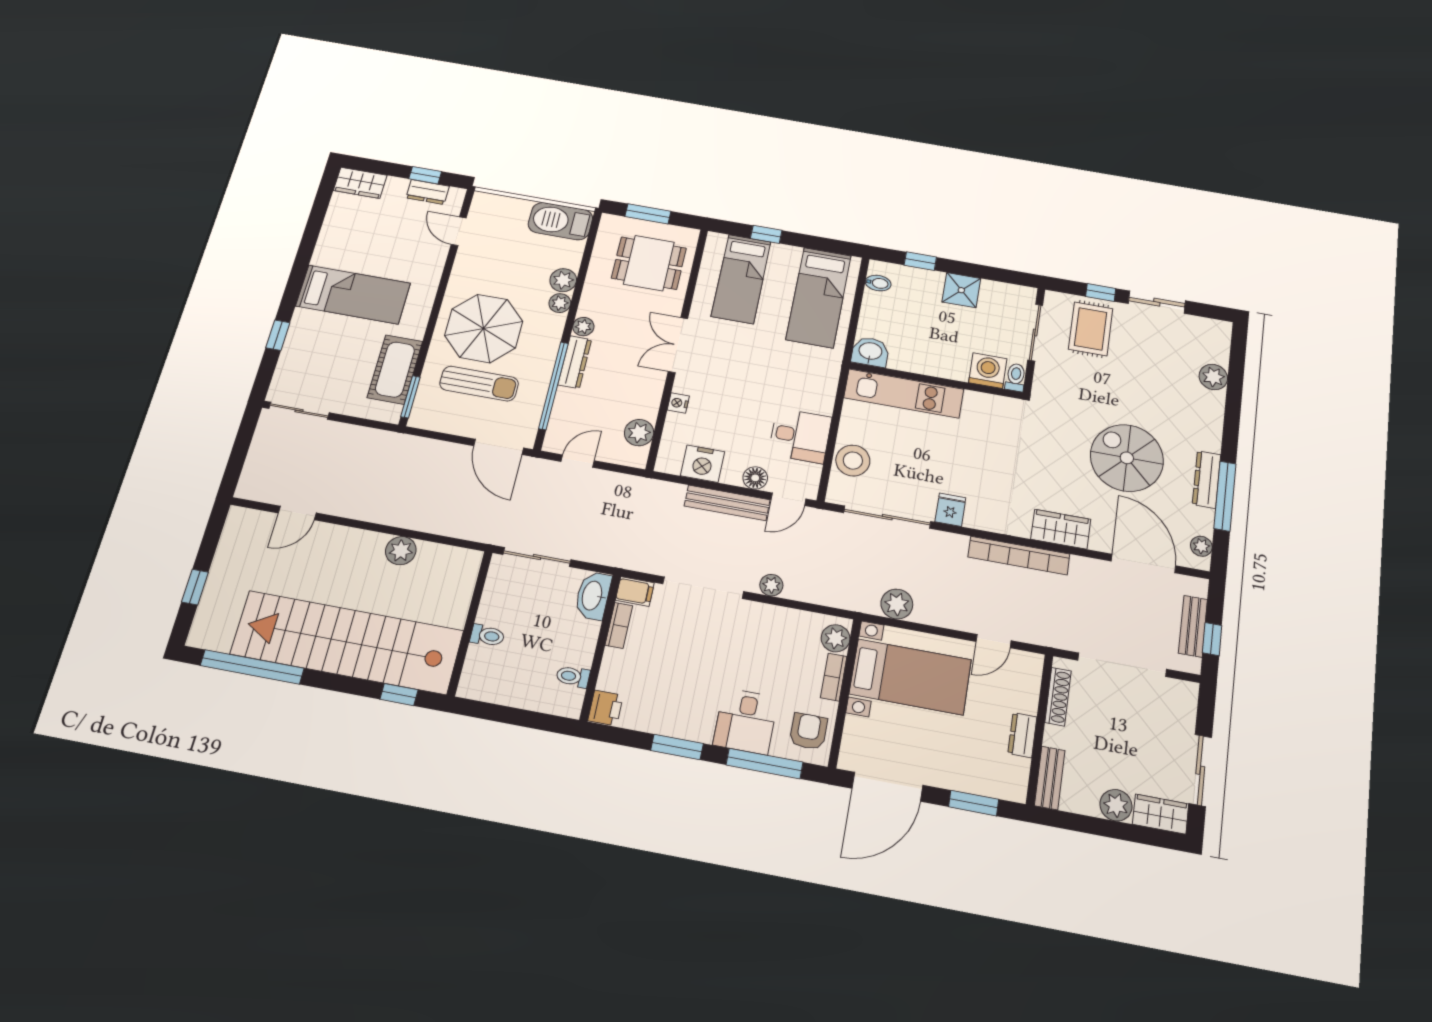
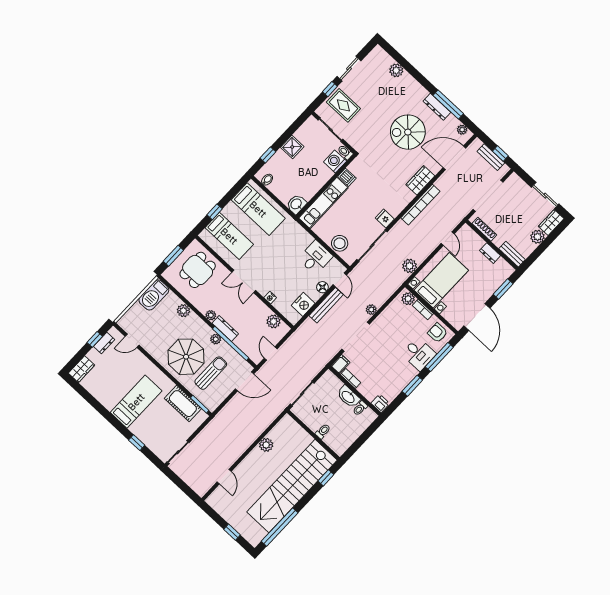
plant: (560, 303) -> (216, 339), moved
dishwasher: (975, 405) -> (347, 177), added
washbasin: (593, 596) -> (348, 397), moved

